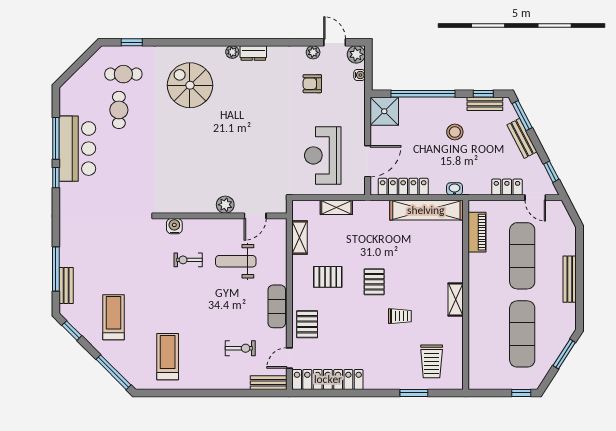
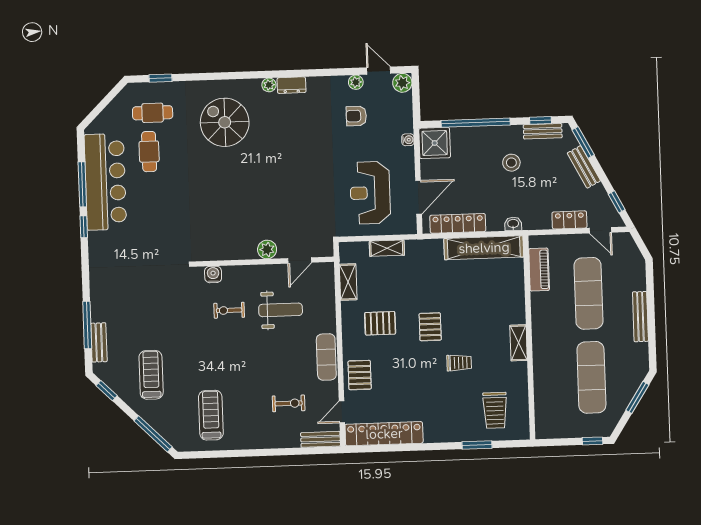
water cooler: (359, 75) -> (408, 140), moved
bar counter: (77, 149) -> (105, 182), width x1.36
weight bench: (236, 261) -> (281, 310), turned 180

